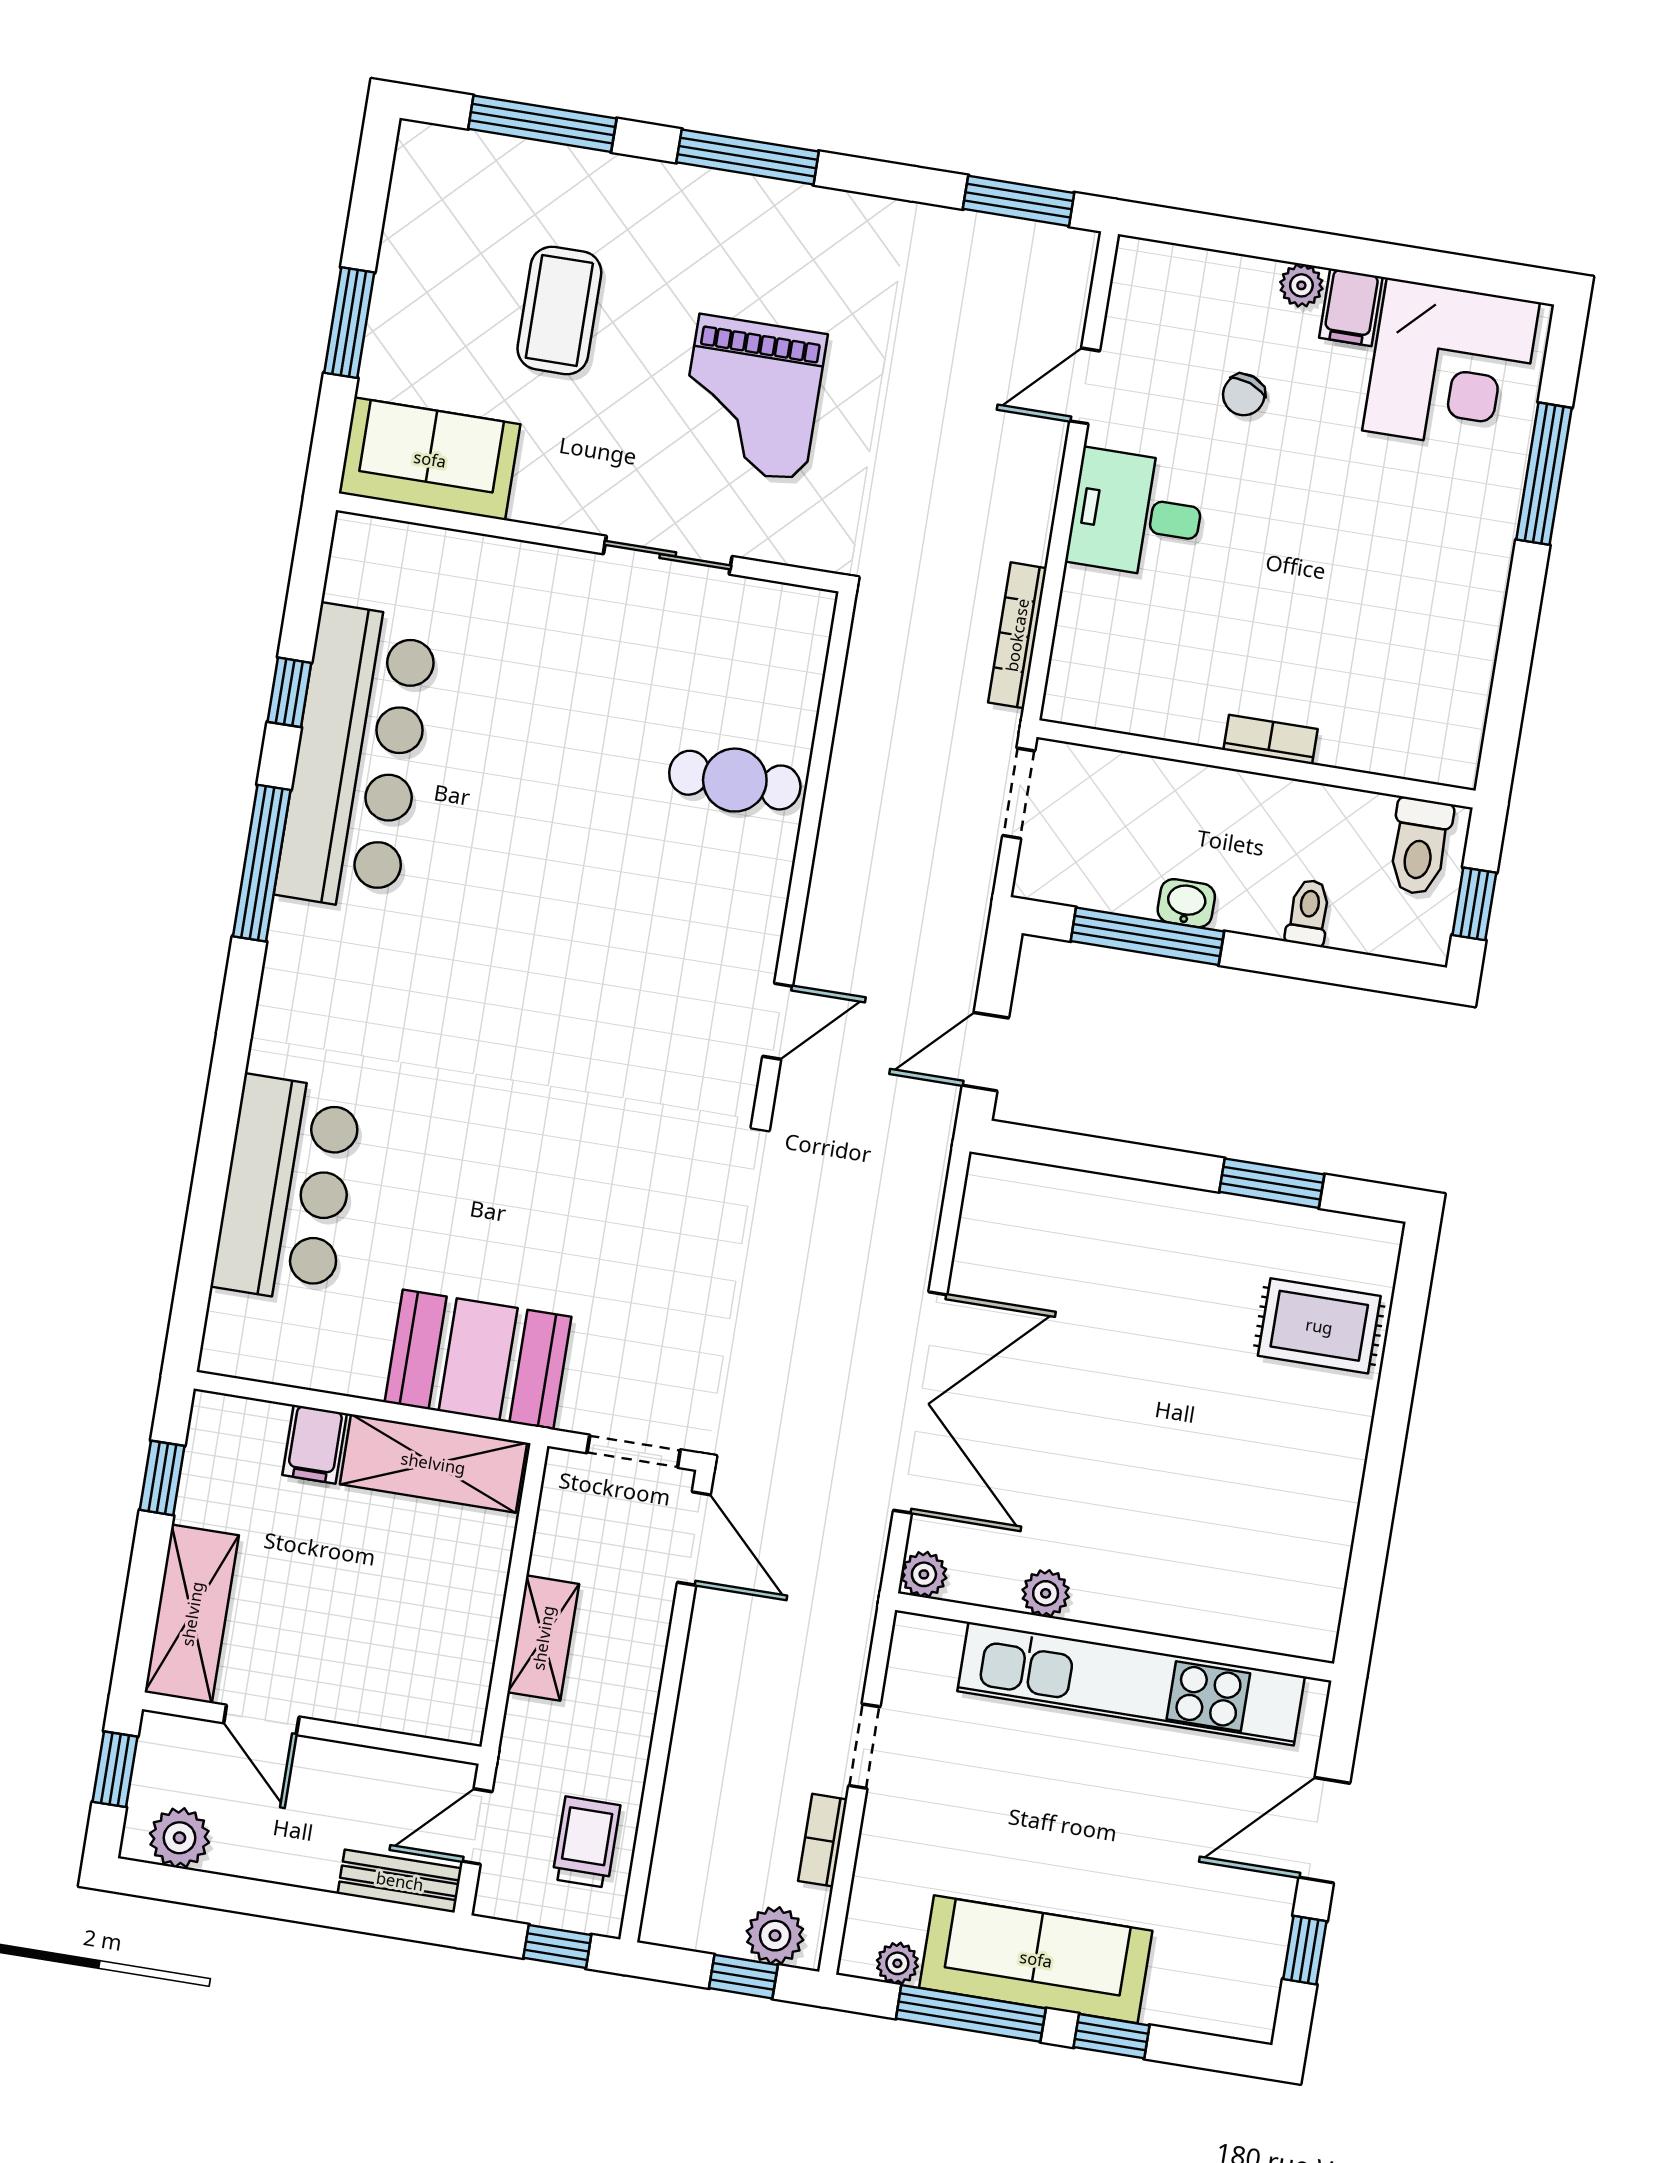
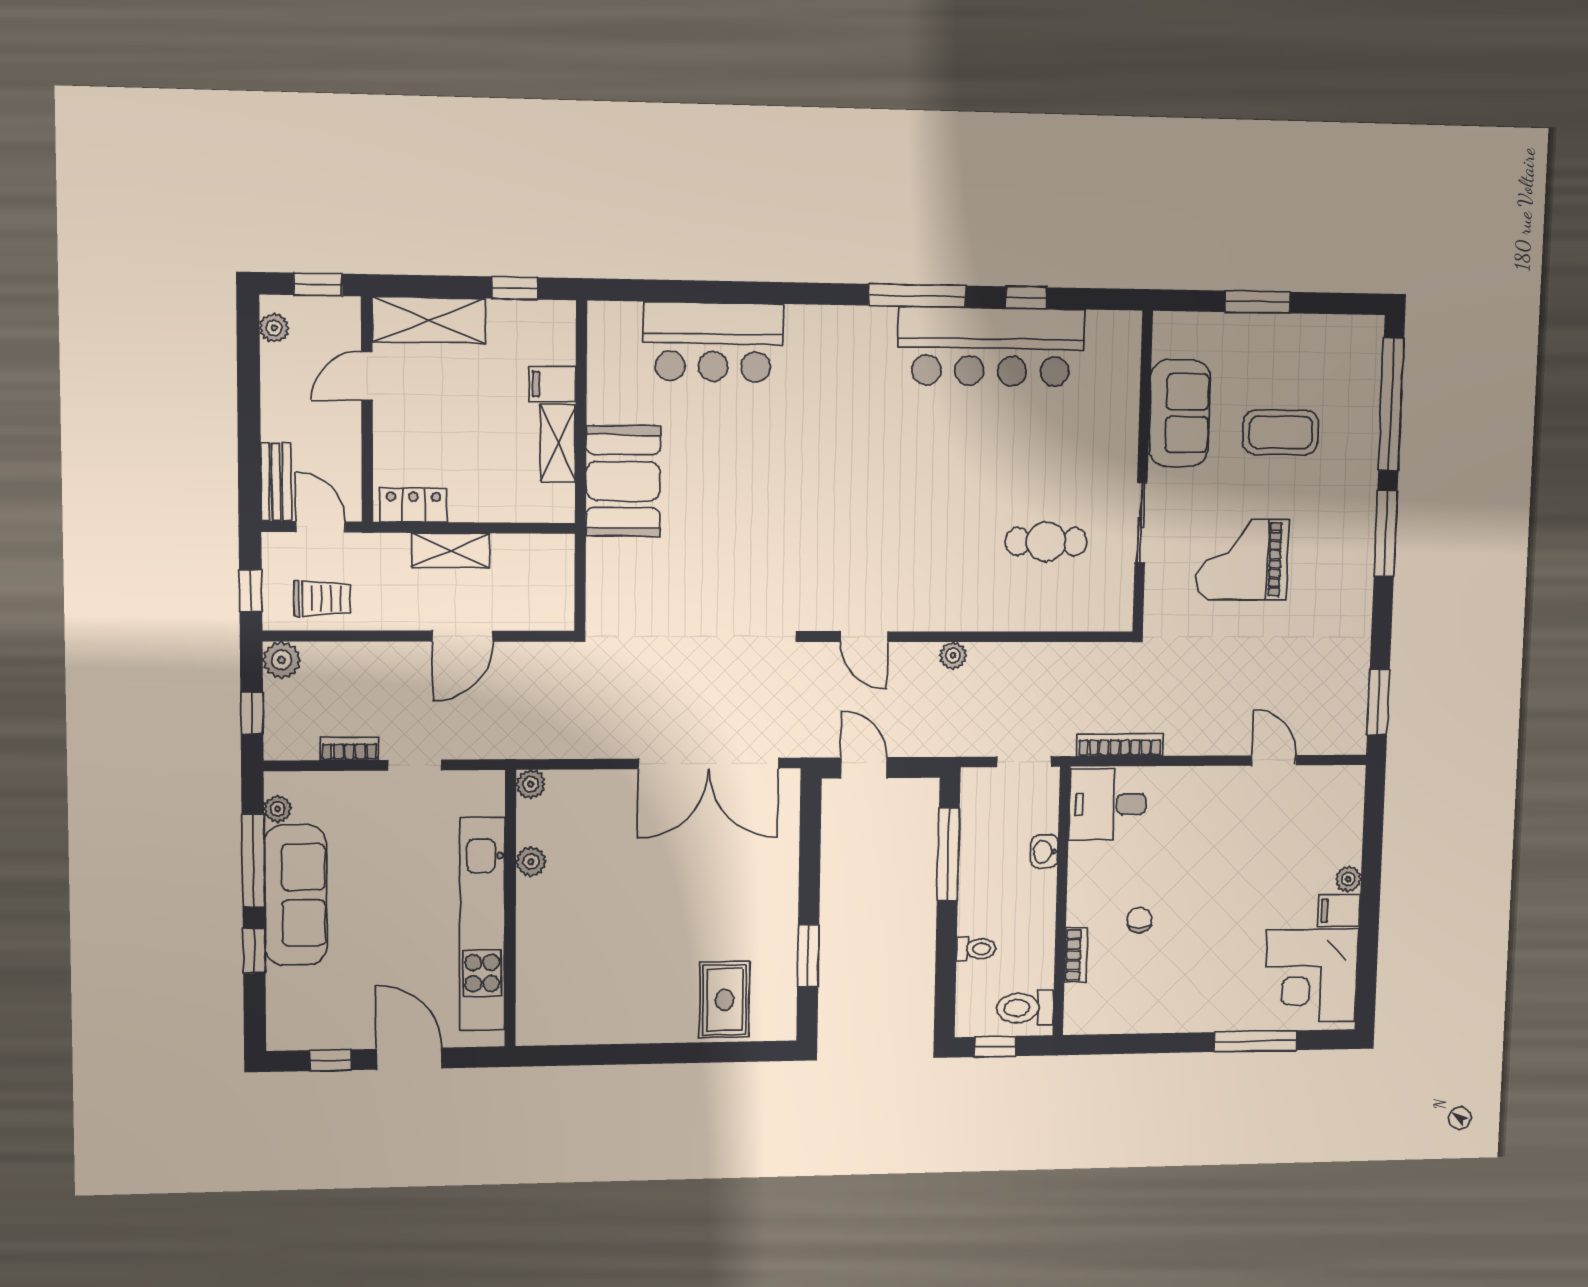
window: (542, 124) -> (1391, 404), width x1.46
chair: (1244, 395) -> (1139, 920), moved, turned 70
sofa: (430, 459) -> (1179, 413), moved
desk: (1136, 514) -> (1108, 804), moved, turned -90
bookcase: (1270, 740) -> (1076, 955), moved
cafe table: (735, 780) -> (1046, 542), moved, turned 90
plant: (830, 885) -> (953, 655), added
washbasin: (1186, 903) -> (1044, 852), moved, turned 180
double door: (920, 1402) -> (708, 763), moved
doorway: (634, 1451) -> (580, 589), removed
shelving: (433, 1463) -> (558, 443), width x0.67, depth x0.75
door: (694, 1538) -> (463, 636), moved
locker: (466, 1683) -> (413, 505), added
plant: (179, 1838) -> (274, 328), width x0.73, depth x0.73
plant: (775, 1936) -> (282, 660), moved

